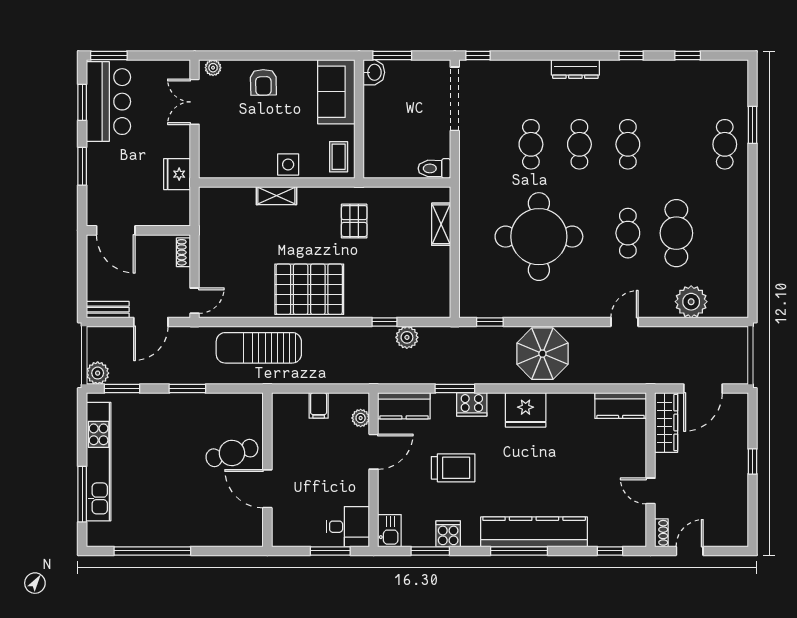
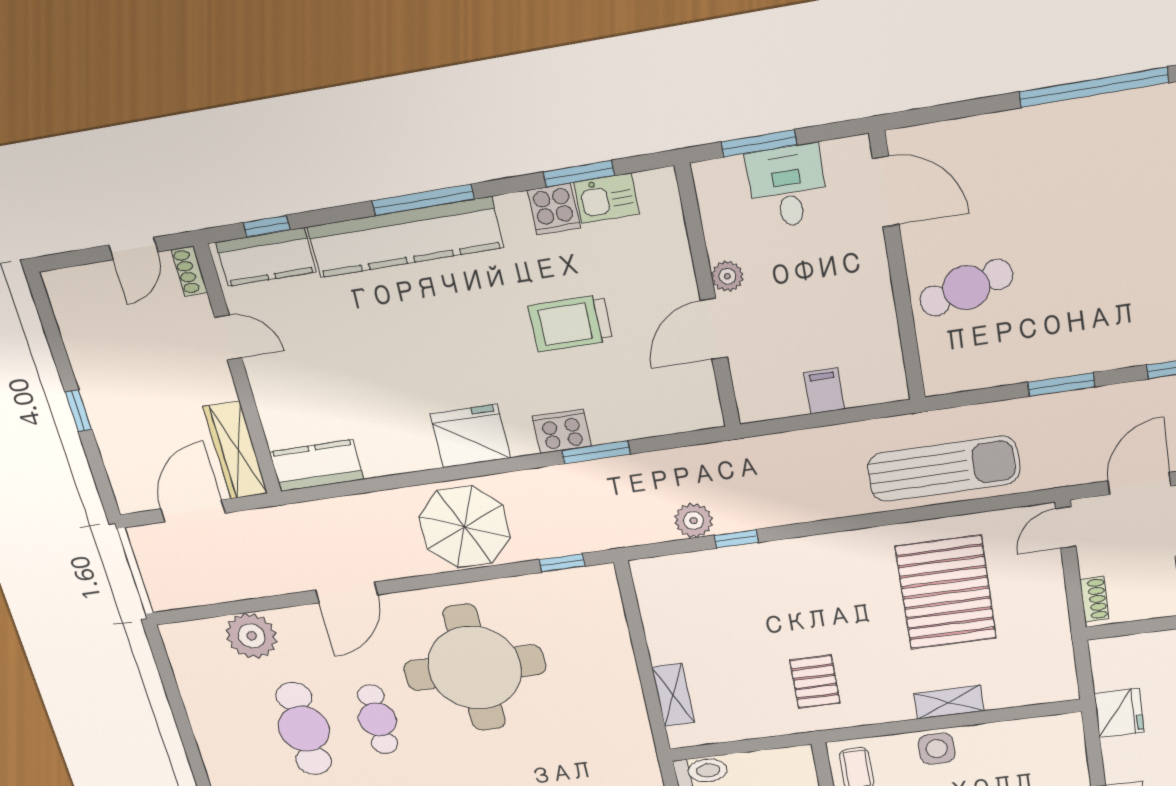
round table: (539, 237) -> (475, 668), moved
pallet: (309, 289) -> (946, 592), moved, turned 90
door: (624, 322) -> (347, 592), width x1.38
kitchen counter: (404, 406) -> (266, 257), moved, turned 180
plant: (361, 418) -> (727, 276), moved
door: (267, 489) -> (886, 191), moved
desk: (348, 527) -> (787, 187), moved, turned 90
kitchen sink: (389, 531) -> (606, 198), moved, turned -90

